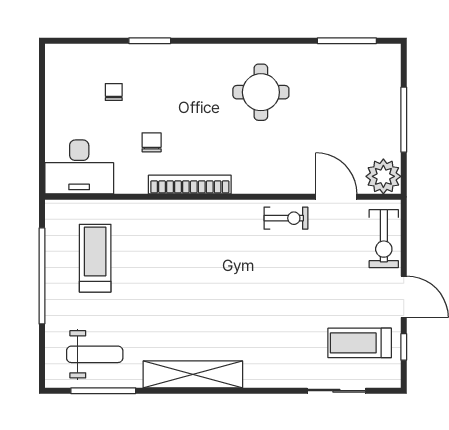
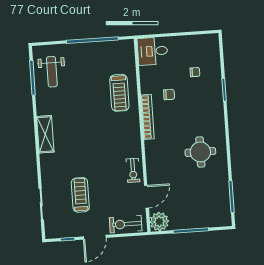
desk: (79, 167) -> (153, 51), width x0.73
treadmill: (95, 258) -> (119, 93), moved, turned 90
treadmill: (360, 343) -> (80, 195), moved
shelving: (193, 374) -> (45, 134), width x0.68

